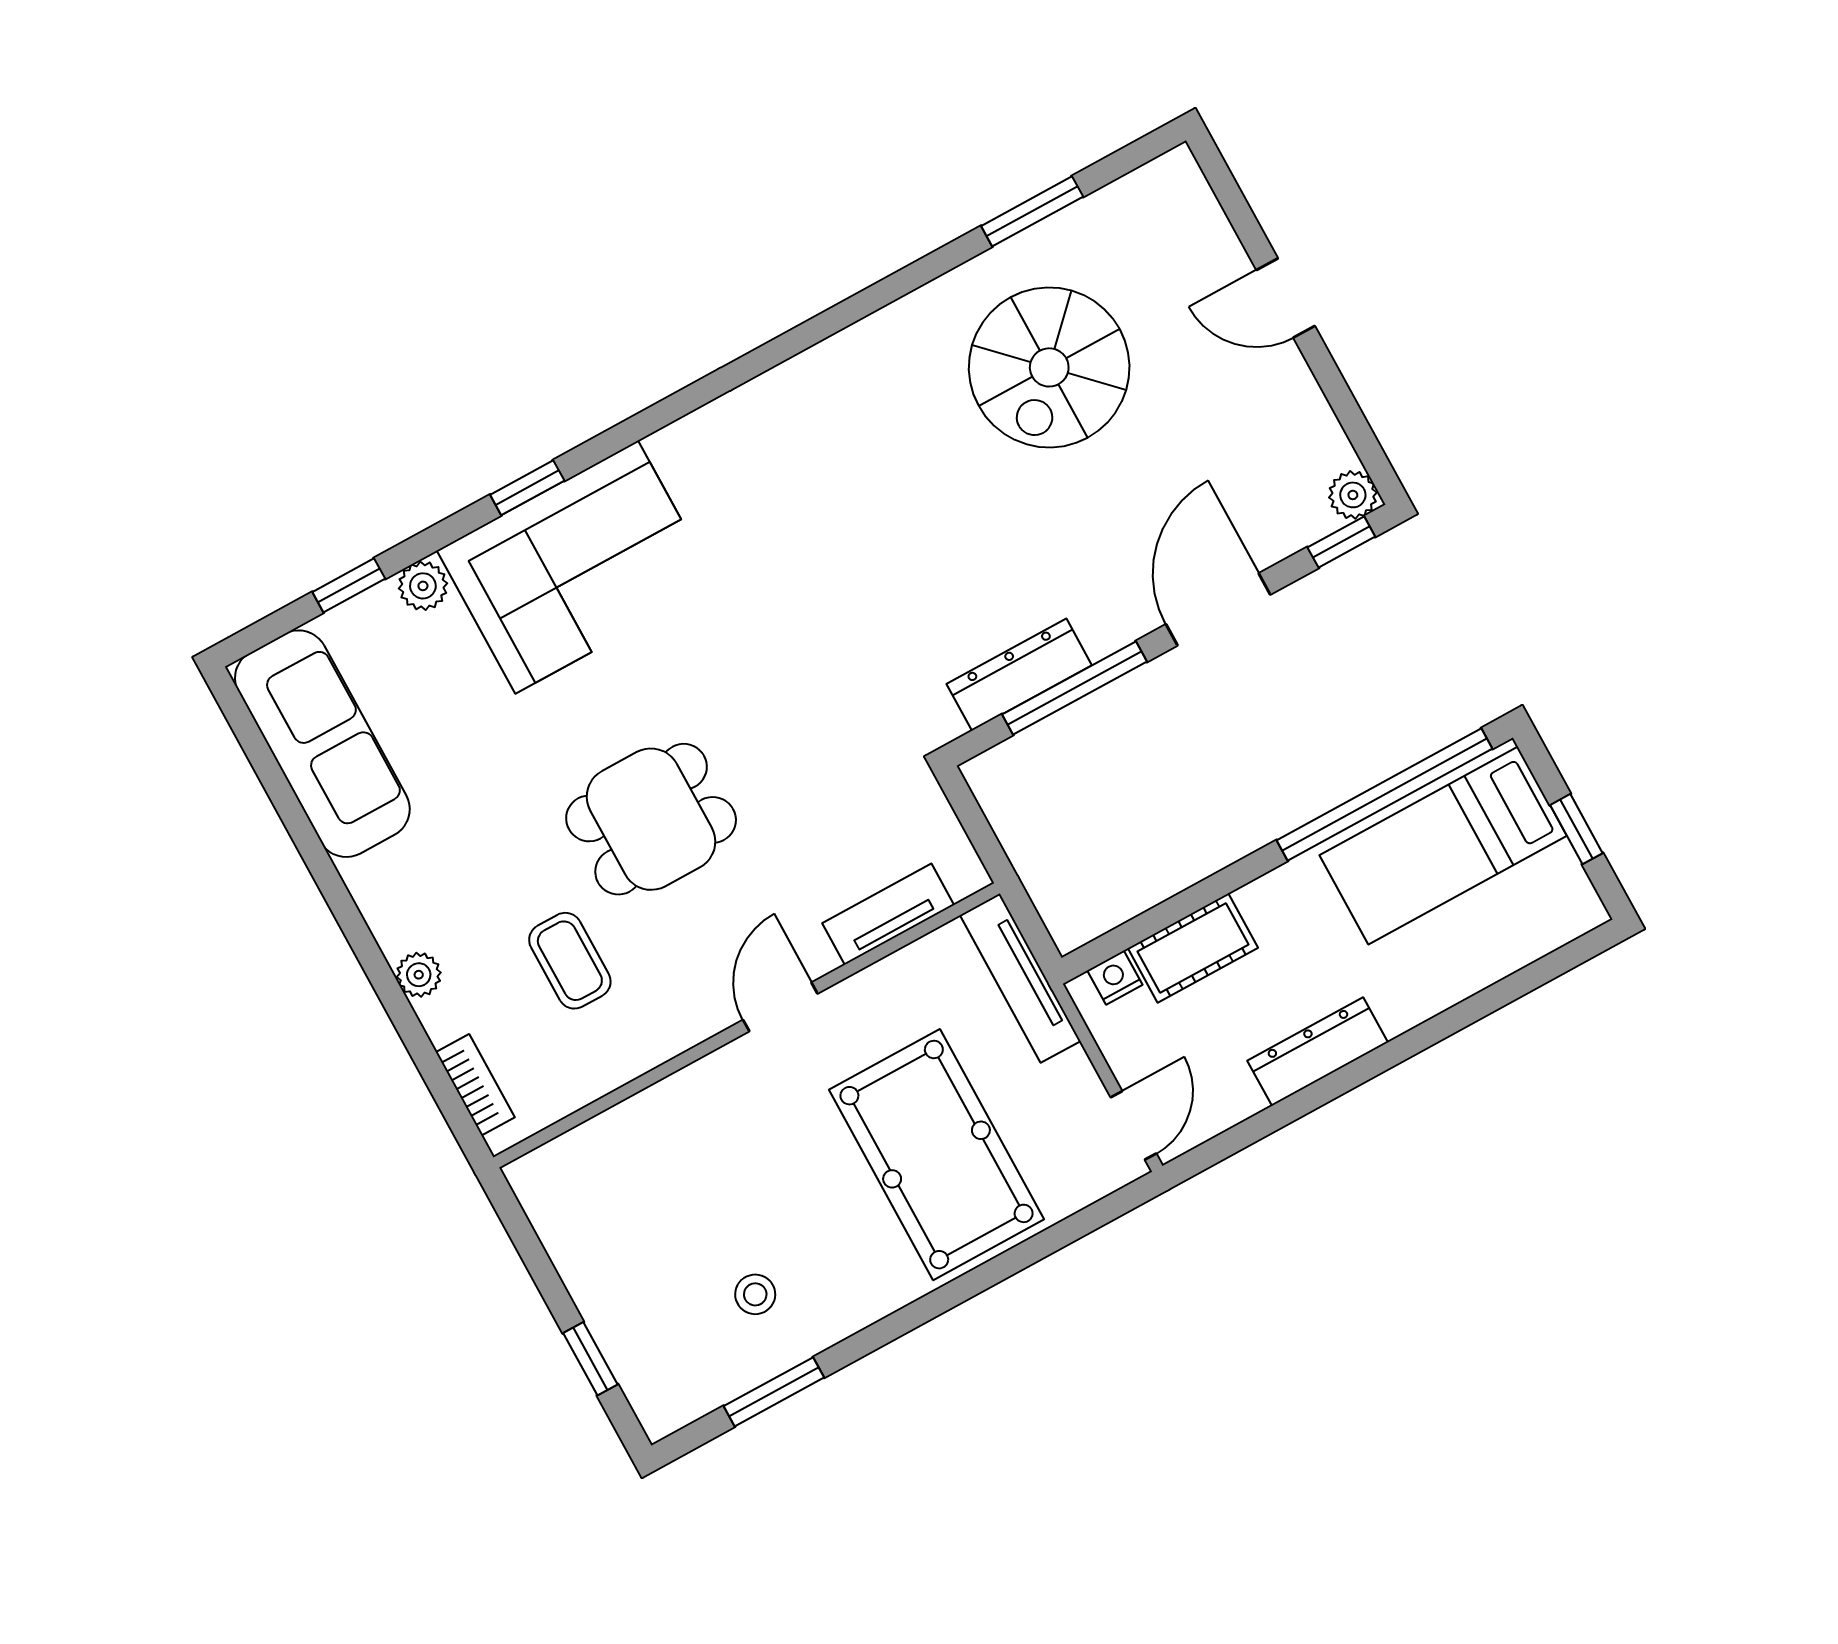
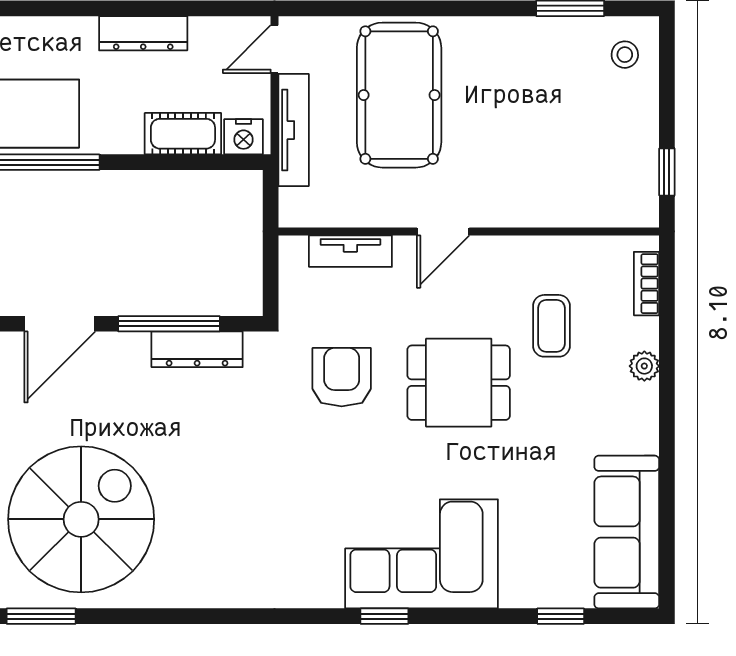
spiral stairs: (1049, 367) -> (81, 519), width x1.37, depth x1.37
window: (527, 488) -> (384, 616), moved
plant: (423, 586) -> (517, 592), removed
armchair: (809, 742) -> (342, 377), added
tv unit: (1020, 978) -> (294, 130), moved
nightstand: (1115, 978) -> (244, 137), width x1.39, depth x1.35
stool: (755, 1294) -> (625, 55), moved
window: (590, 1359) -> (667, 172), moved

